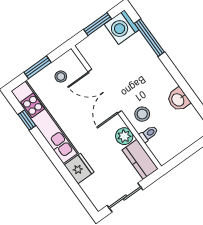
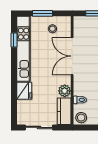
stool: (142, 114) -> (81, 118), moved

